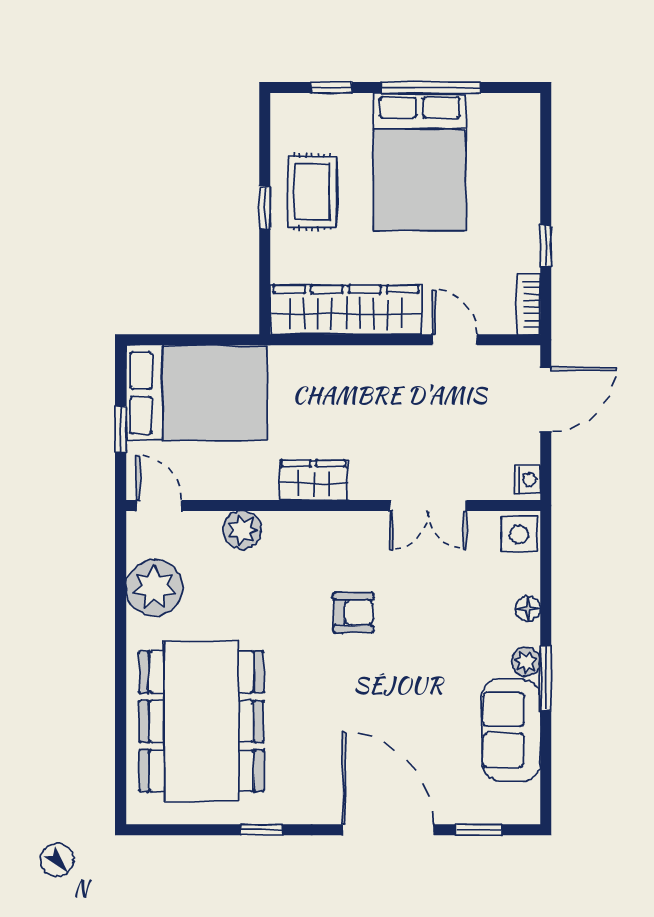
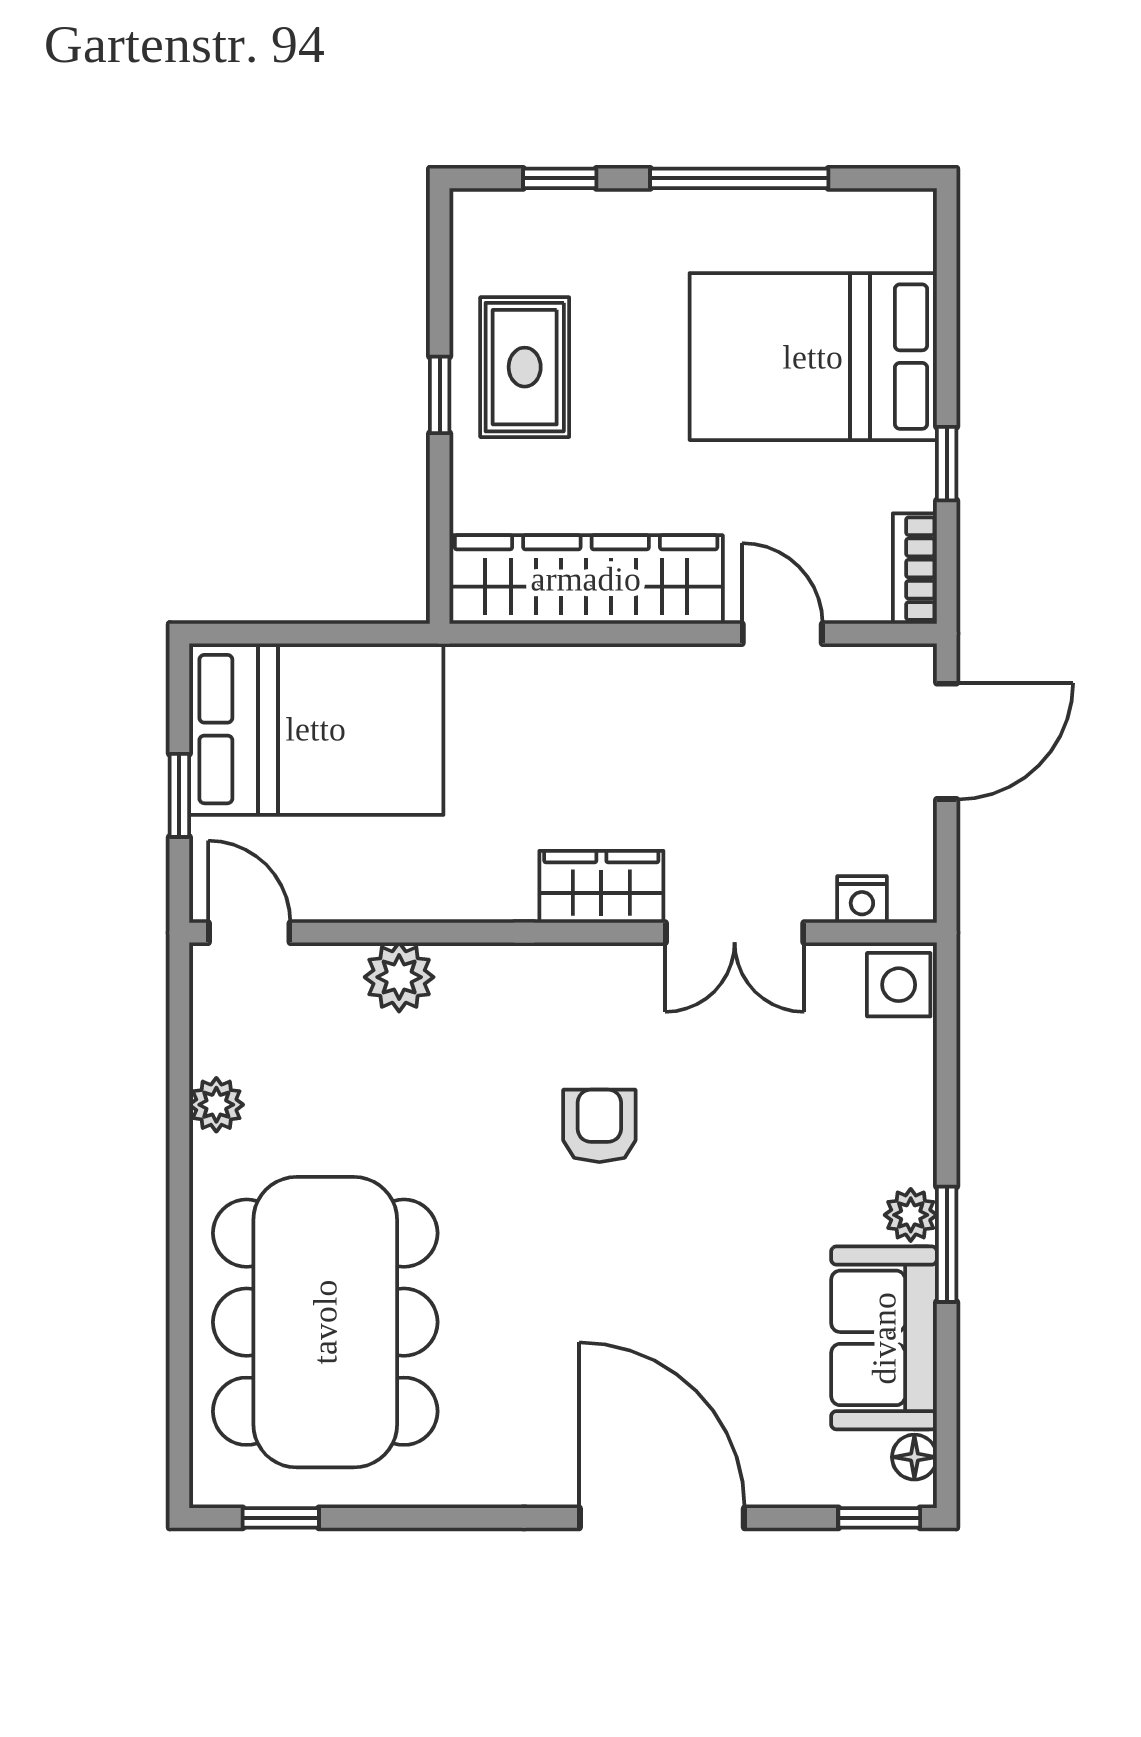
bed: (420, 162) -> (813, 357), moved, turned 90
nightstand: (527, 479) -> (862, 899), moved, turned 90
wardrobe: (314, 480) -> (601, 887), moved
plant: (154, 588) -> (216, 1105), width x0.53, depth x0.53
floor lamp: (528, 609) -> (914, 1457), moved
armchair: (353, 613) -> (599, 1126), turned -90
window: (262, 830) -> (281, 1518), moved
window: (479, 830) -> (879, 1518), moved

